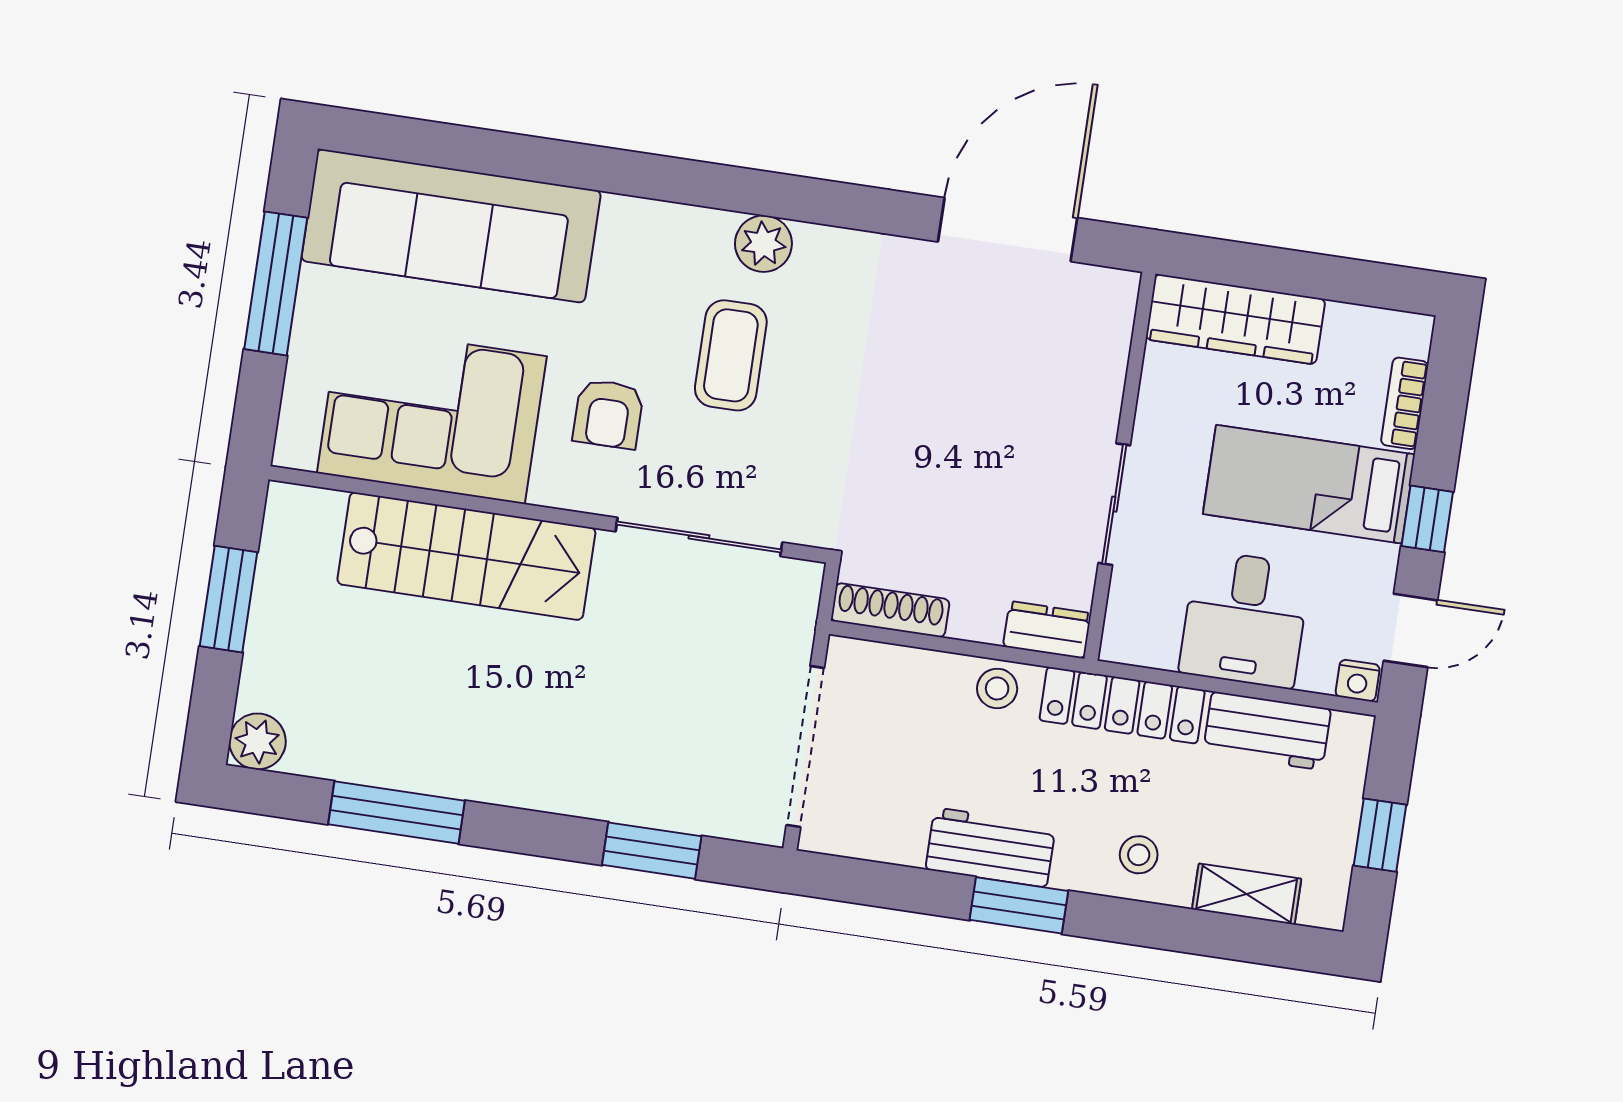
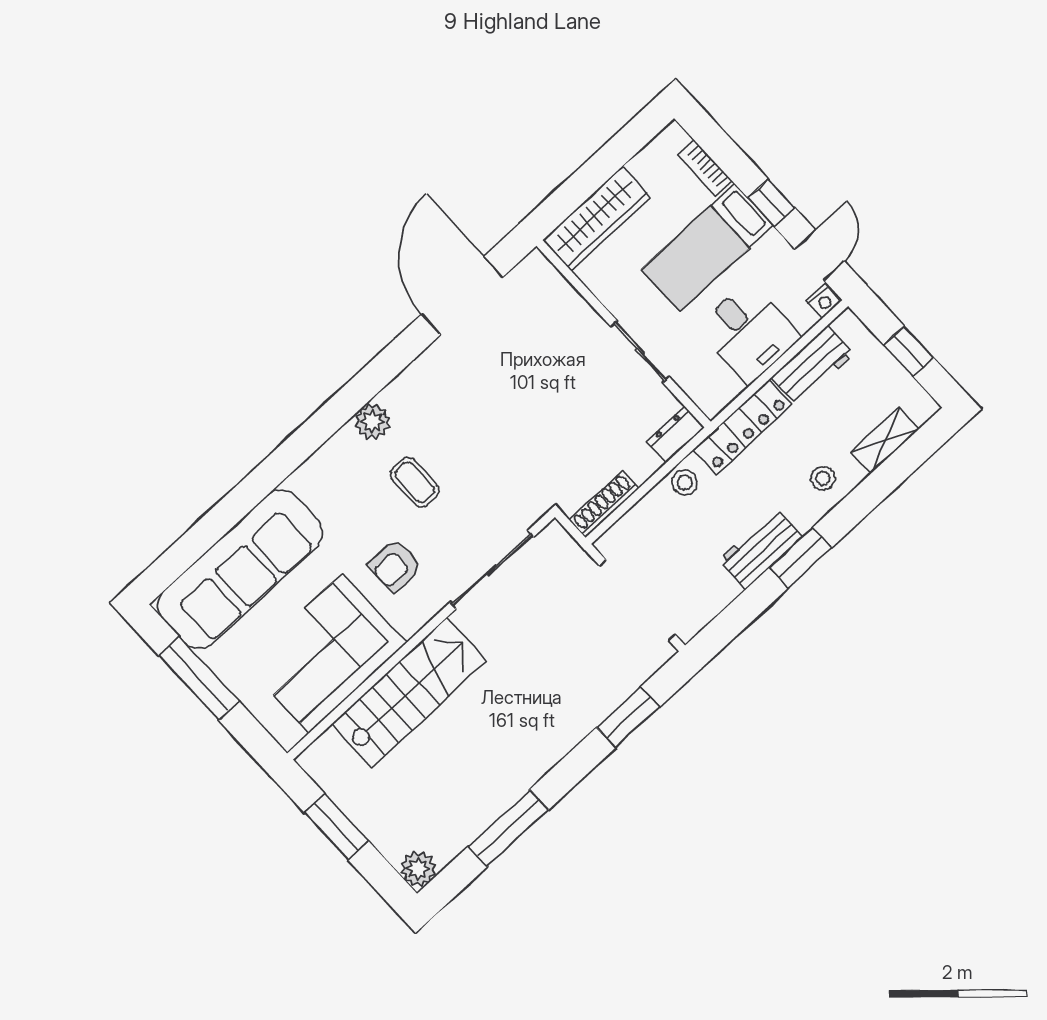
coffee table: (731, 355) -> (415, 482), width x0.73, depth x0.77
armchair: (608, 414) -> (395, 566), turned 90

